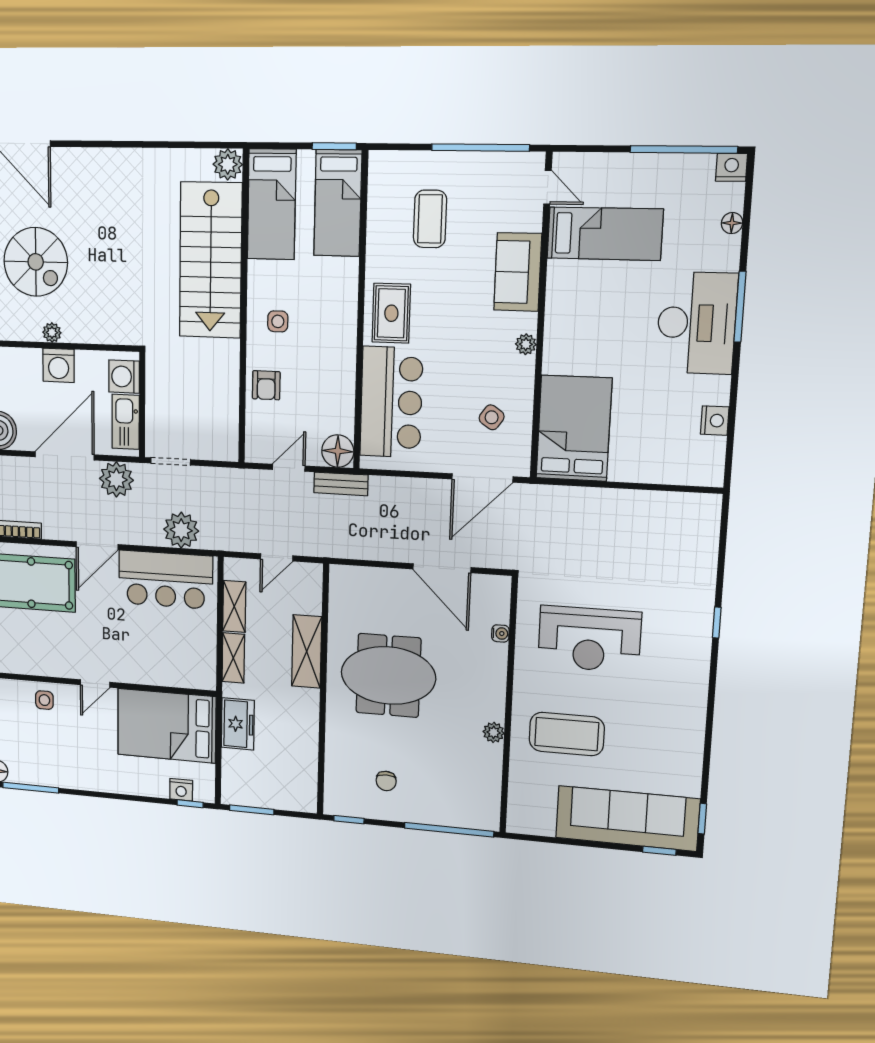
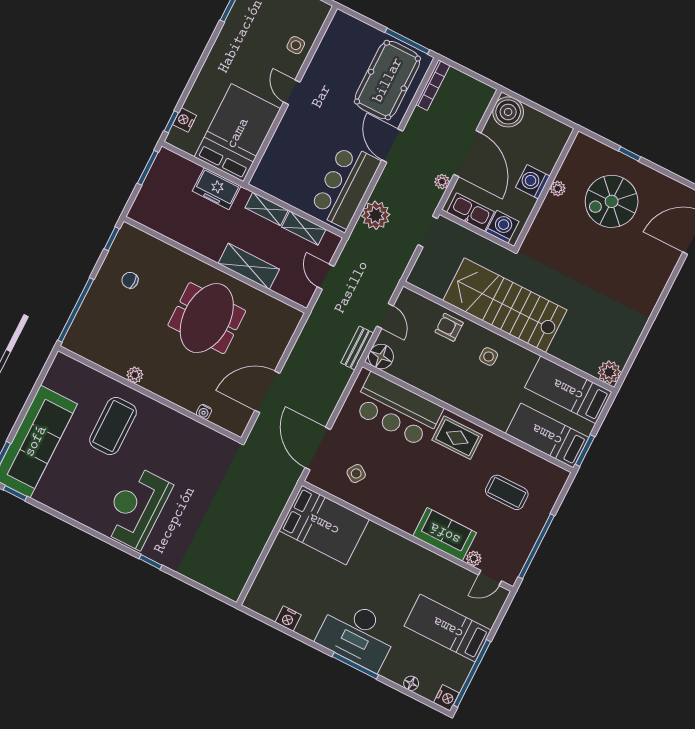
bed: (605, 234) -> (448, 628), moved, turned 90
stairs: (211, 260) -> (505, 305), moved
plant: (526, 344) -> (474, 559), moved
plant: (116, 479) -> (442, 182), width x0.53, depth x0.53
reception desk: (589, 639) -> (136, 508), moved

